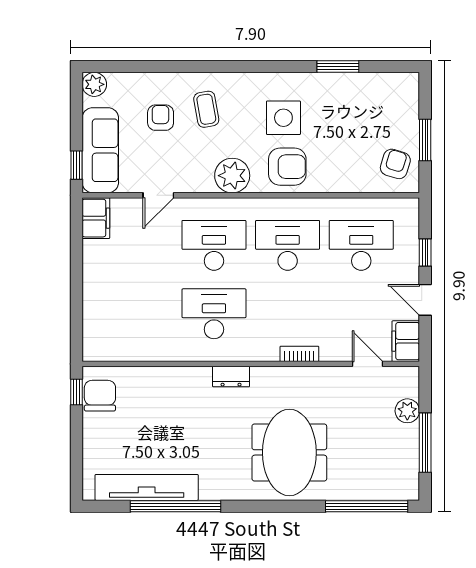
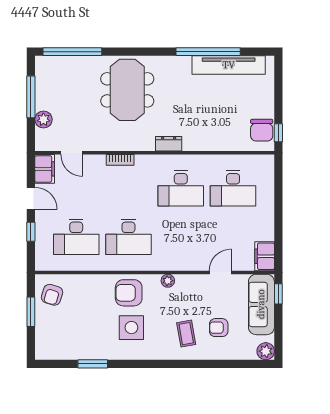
armchair: (161, 118) -> (219, 328), turned 90
plant: (232, 176) -> (168, 281), width x0.53, depth x0.53
desk: (214, 245) -> (233, 188), moved

